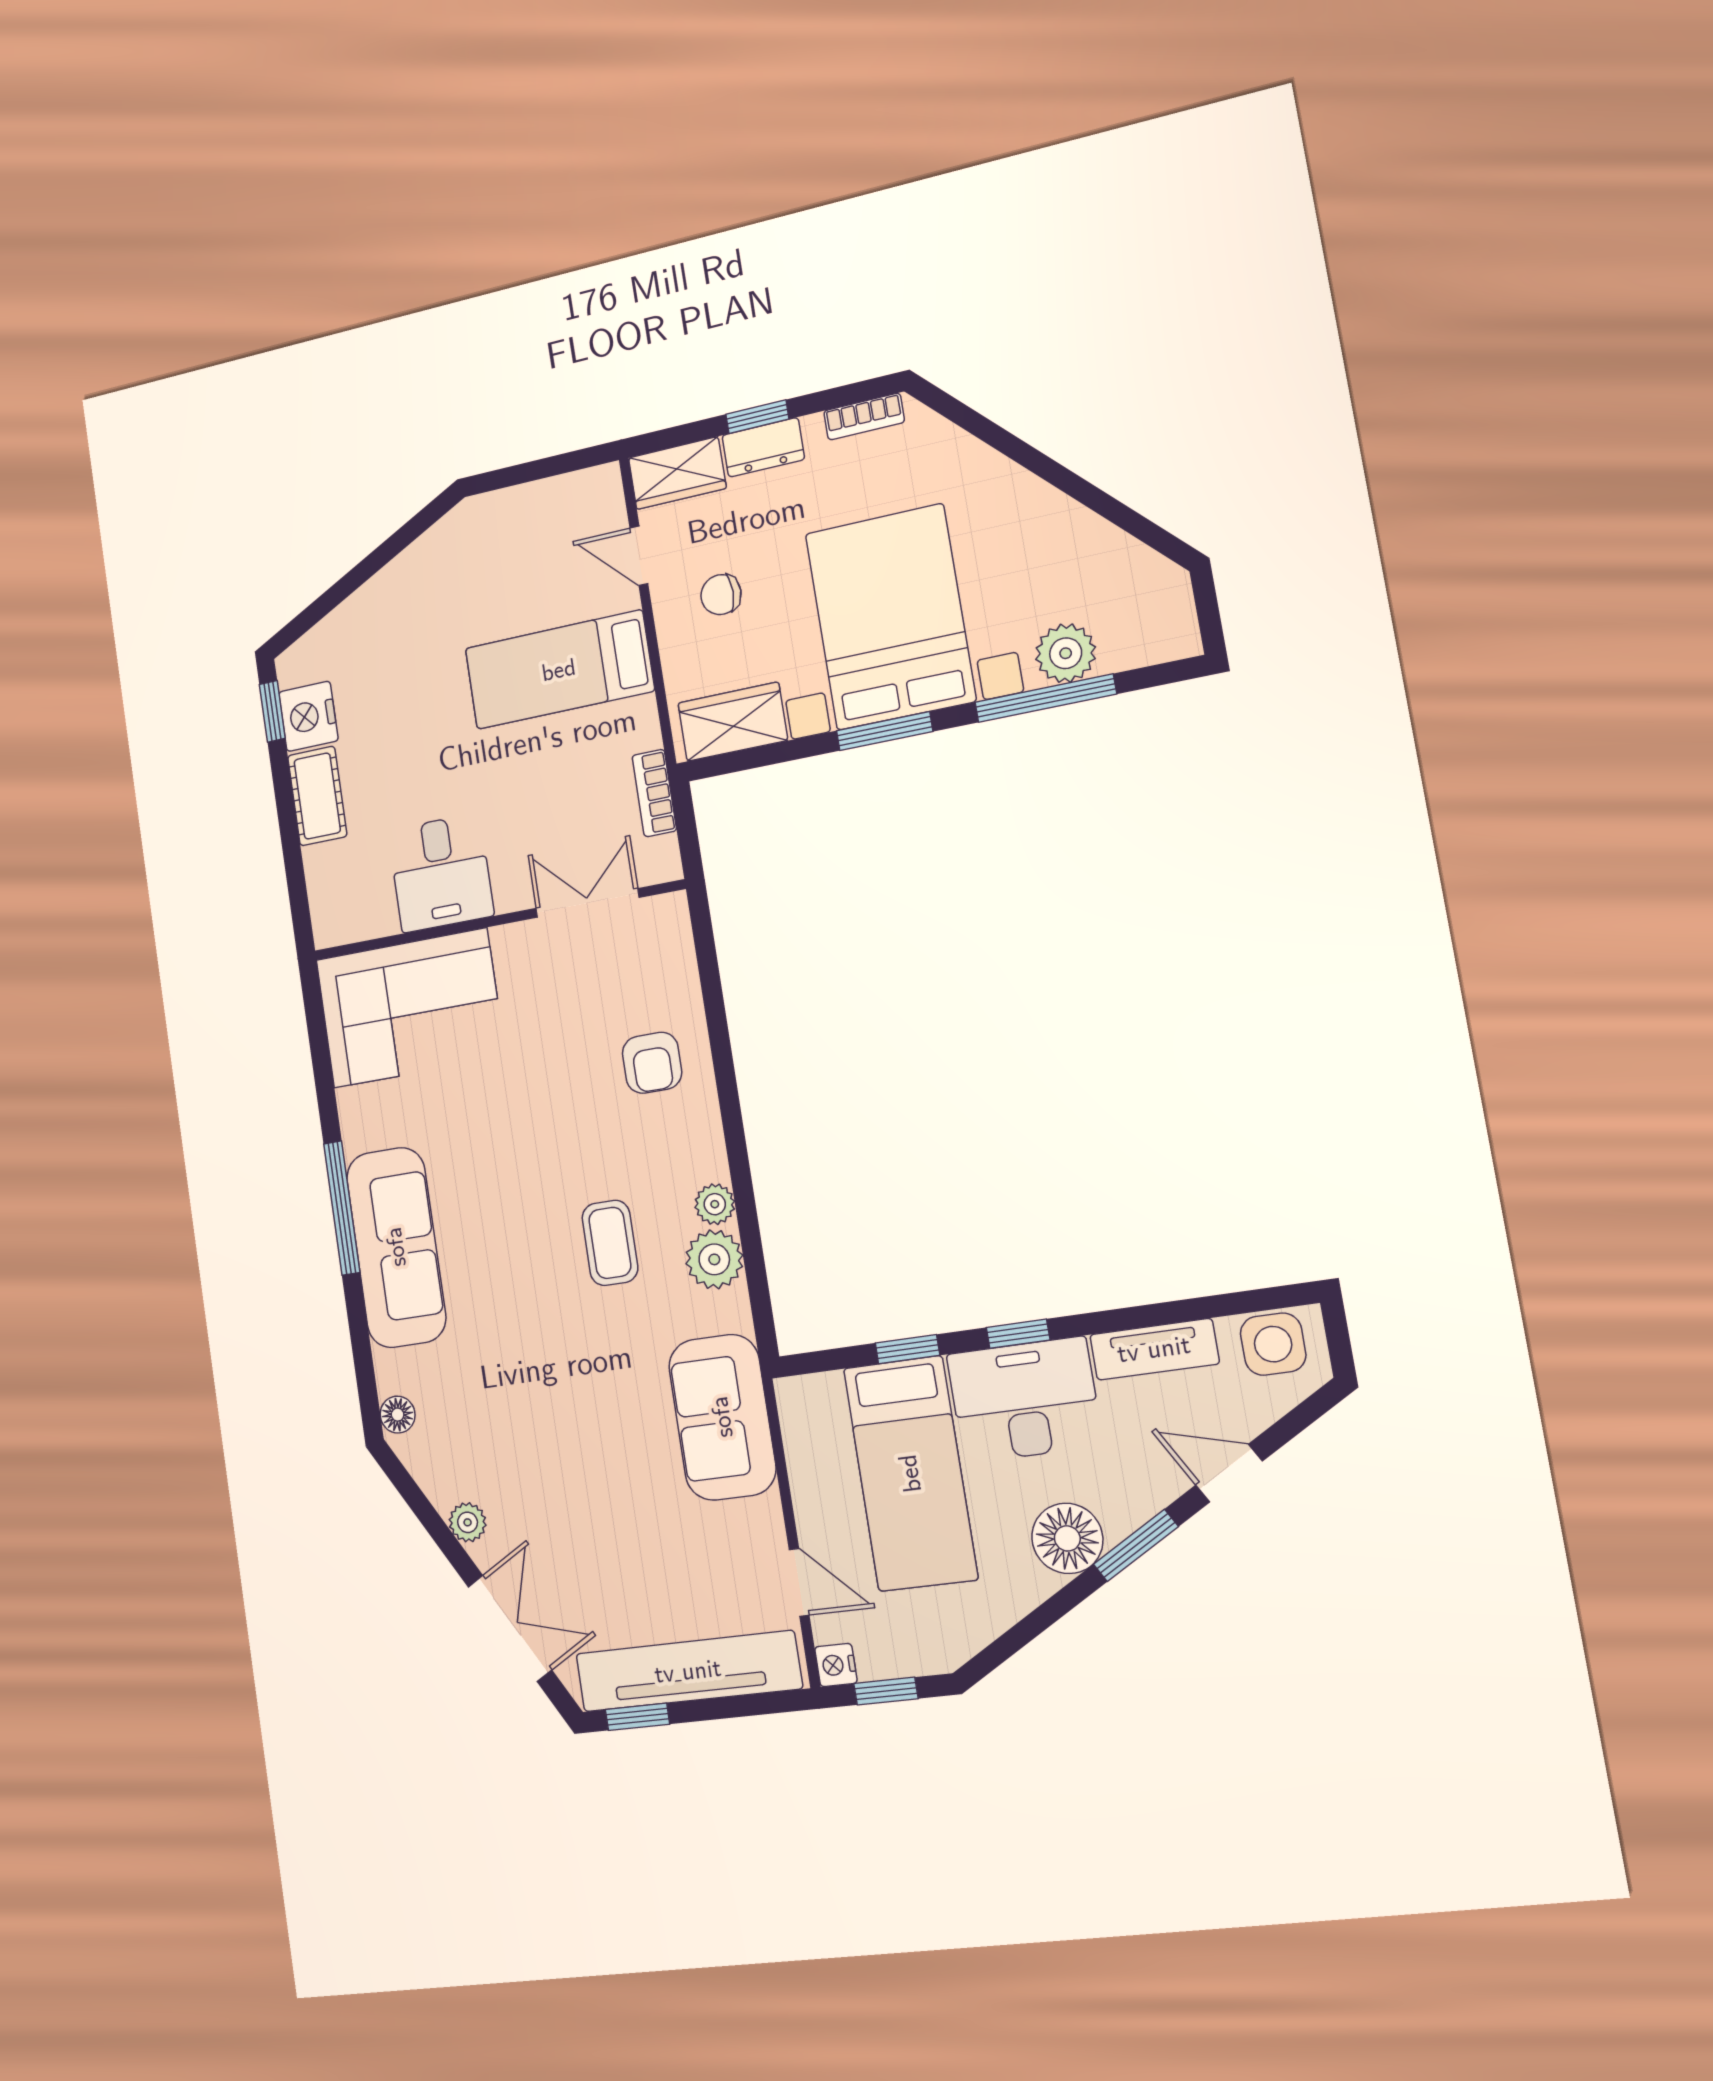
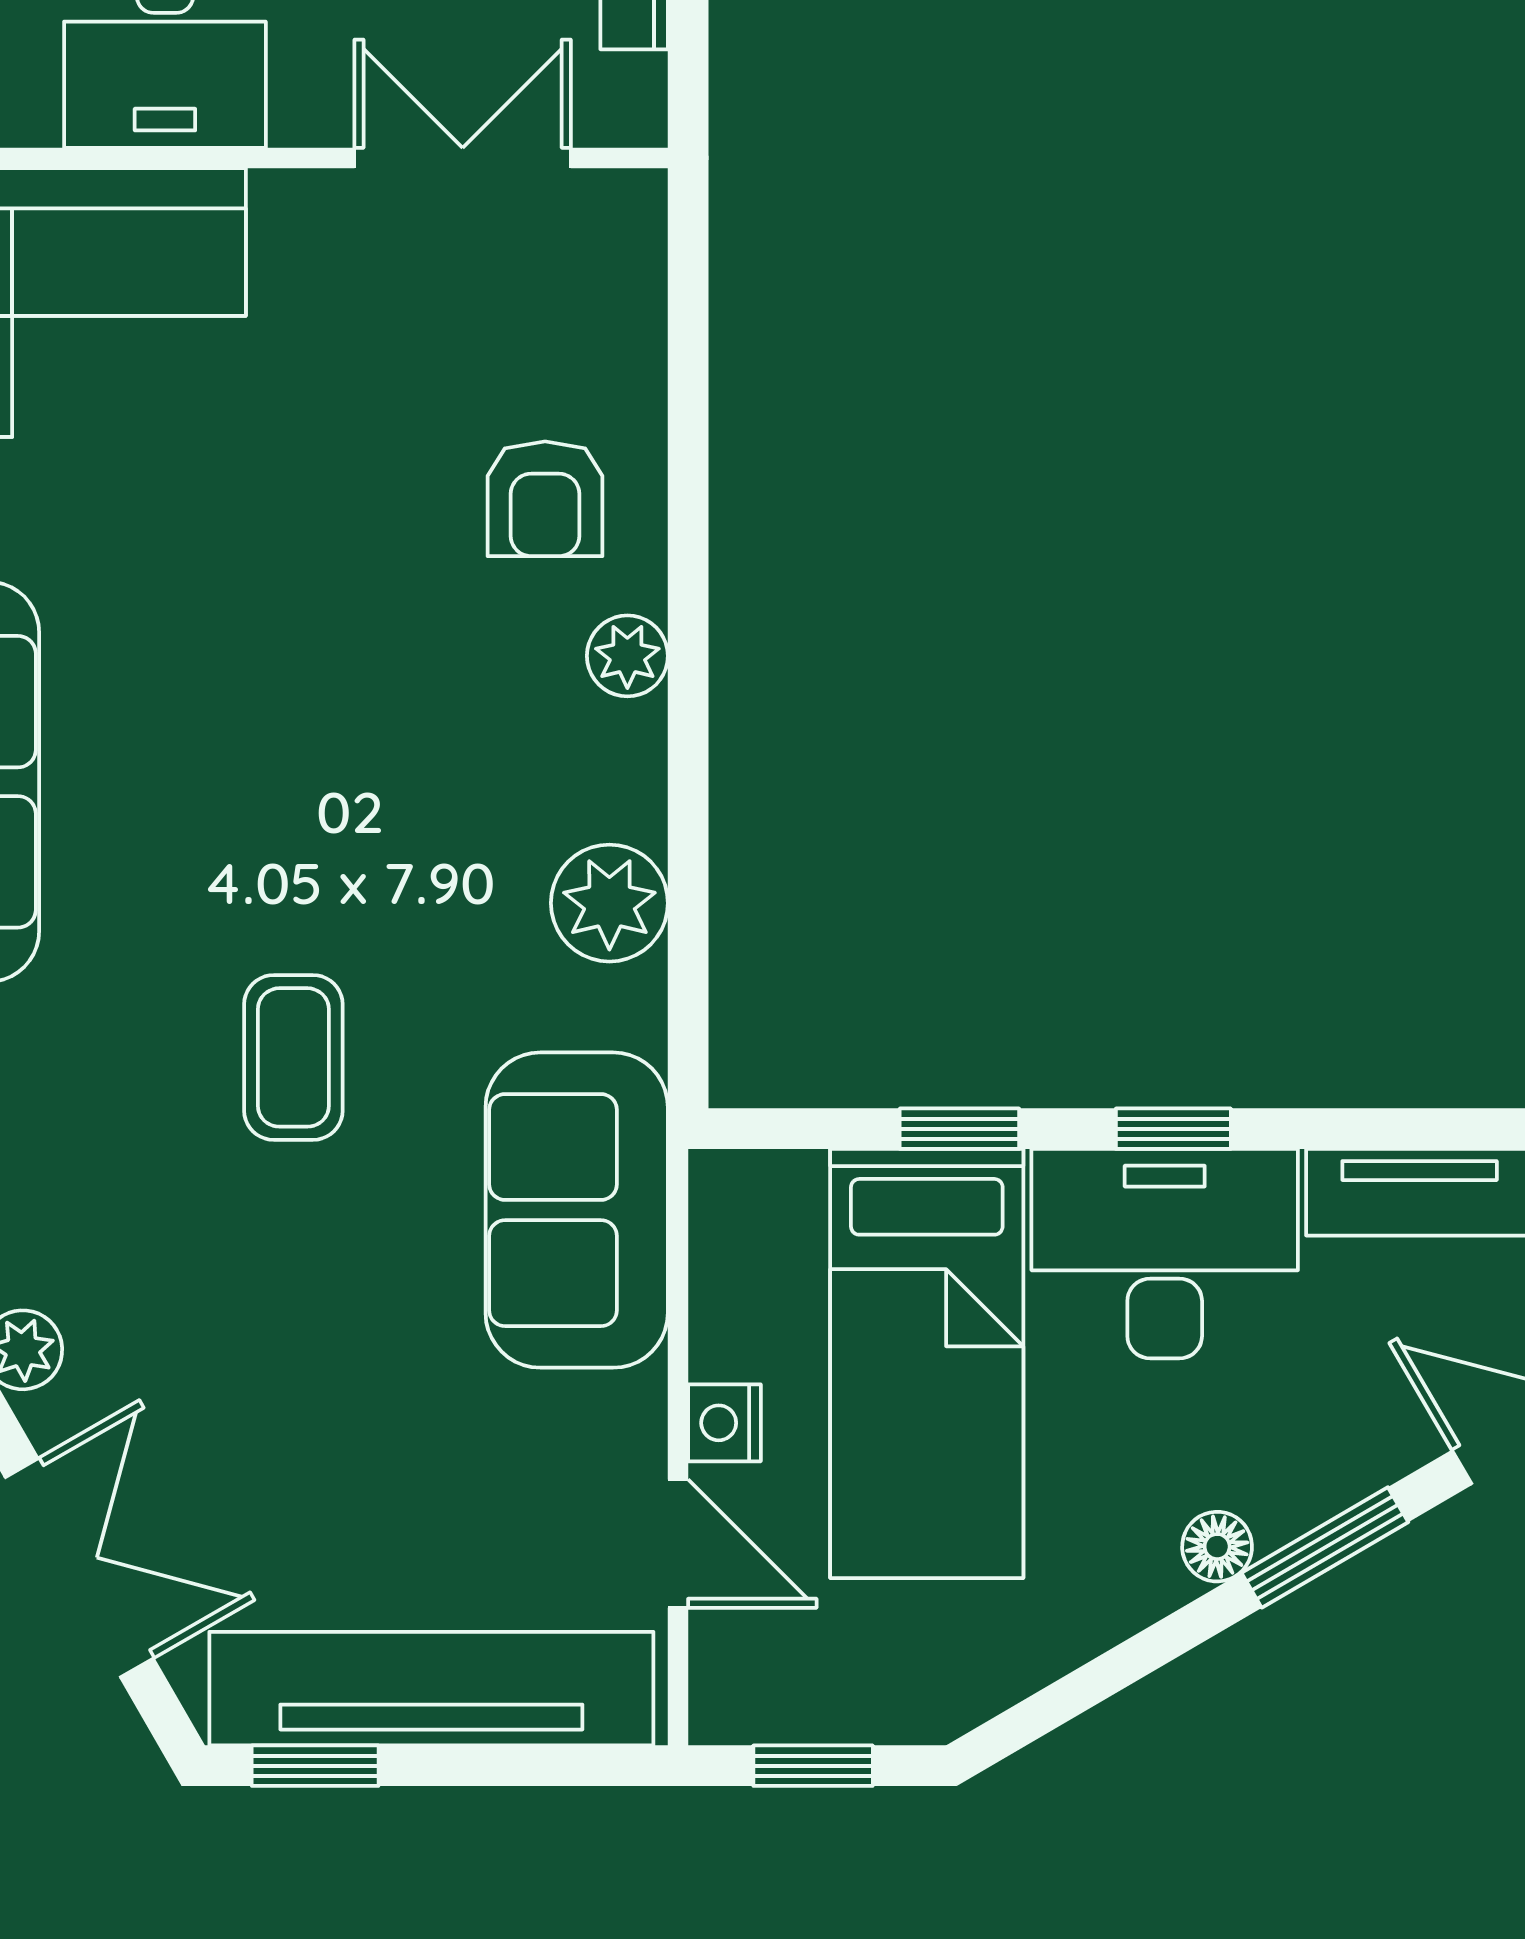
plant: (715, 1204) -> (627, 656), moved
coffee table: (610, 1243) -> (293, 1057), moved
floor lamp: (1067, 1538) -> (1217, 1547), width x0.53, depth x0.53
nightstand: (836, 1665) -> (724, 1423), moved

